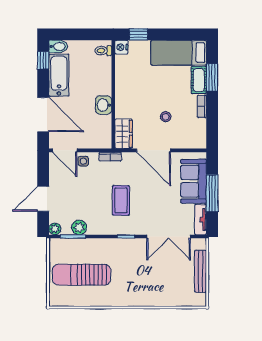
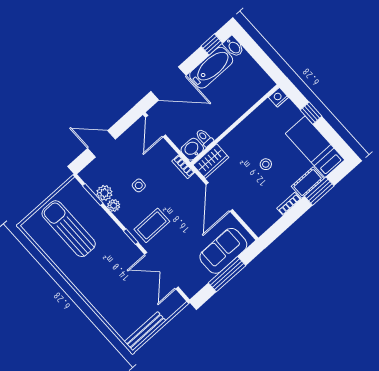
window: (138, 34) -> (311, 113), moved
toilet: (103, 51) -> (204, 138), moved
washbasin: (104, 105) -> (192, 149), moved
door: (43, 115) -> (169, 83), hinge flipped
stool: (166, 117) -> (266, 164), moved
side table: (83, 161) -> (139, 185), moved
coffee table: (121, 200) -> (152, 225), moved
tv unit: (200, 220) -> (198, 284), removed
plant: (55, 229) -> (114, 205), moved
bench: (200, 271) -> (145, 331), moved

